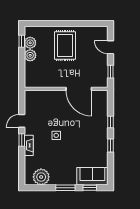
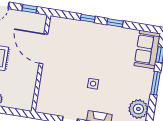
door: (79, 89) -> (43, 49), swing flipped

